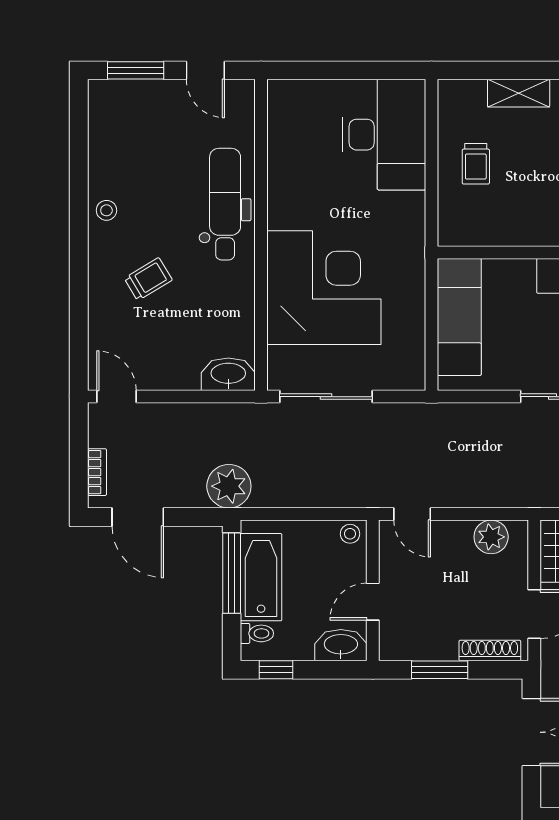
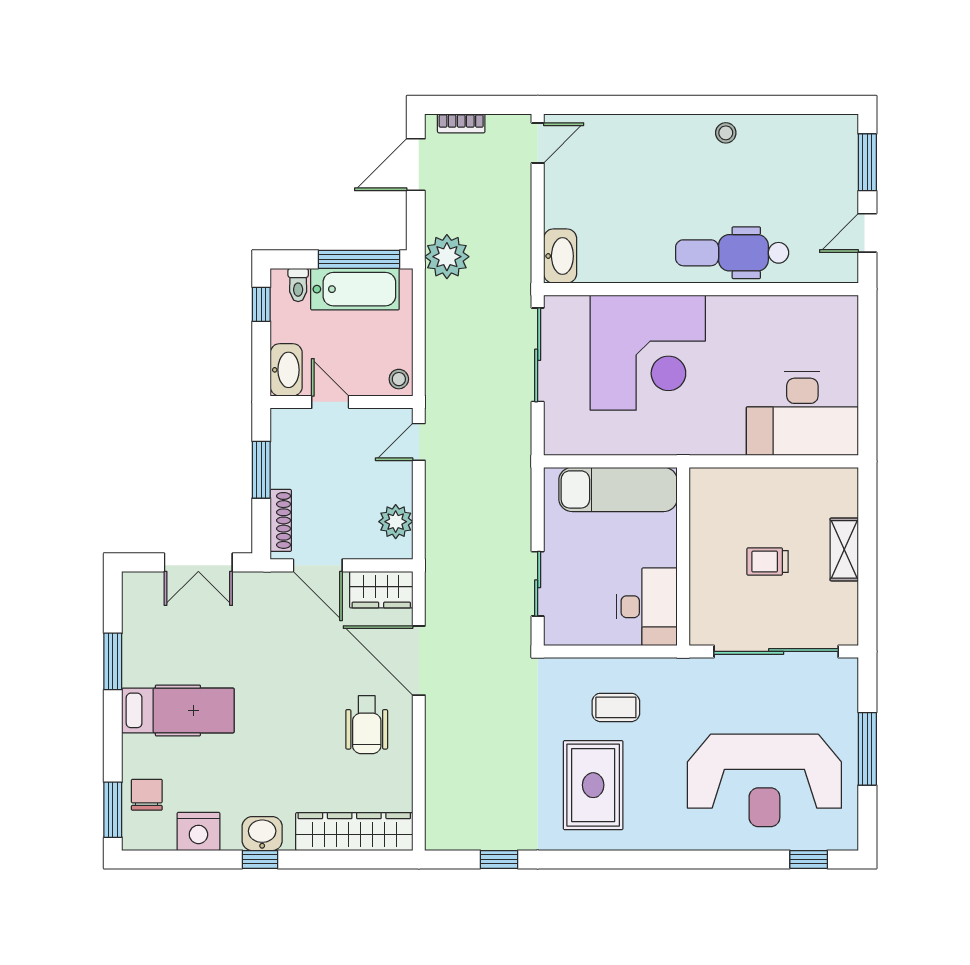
trolley: (476, 164) -> (768, 562), moved
dental chair: (225, 204) -> (732, 253), turned 180
trolley: (148, 279) -> (656, 175), removed

